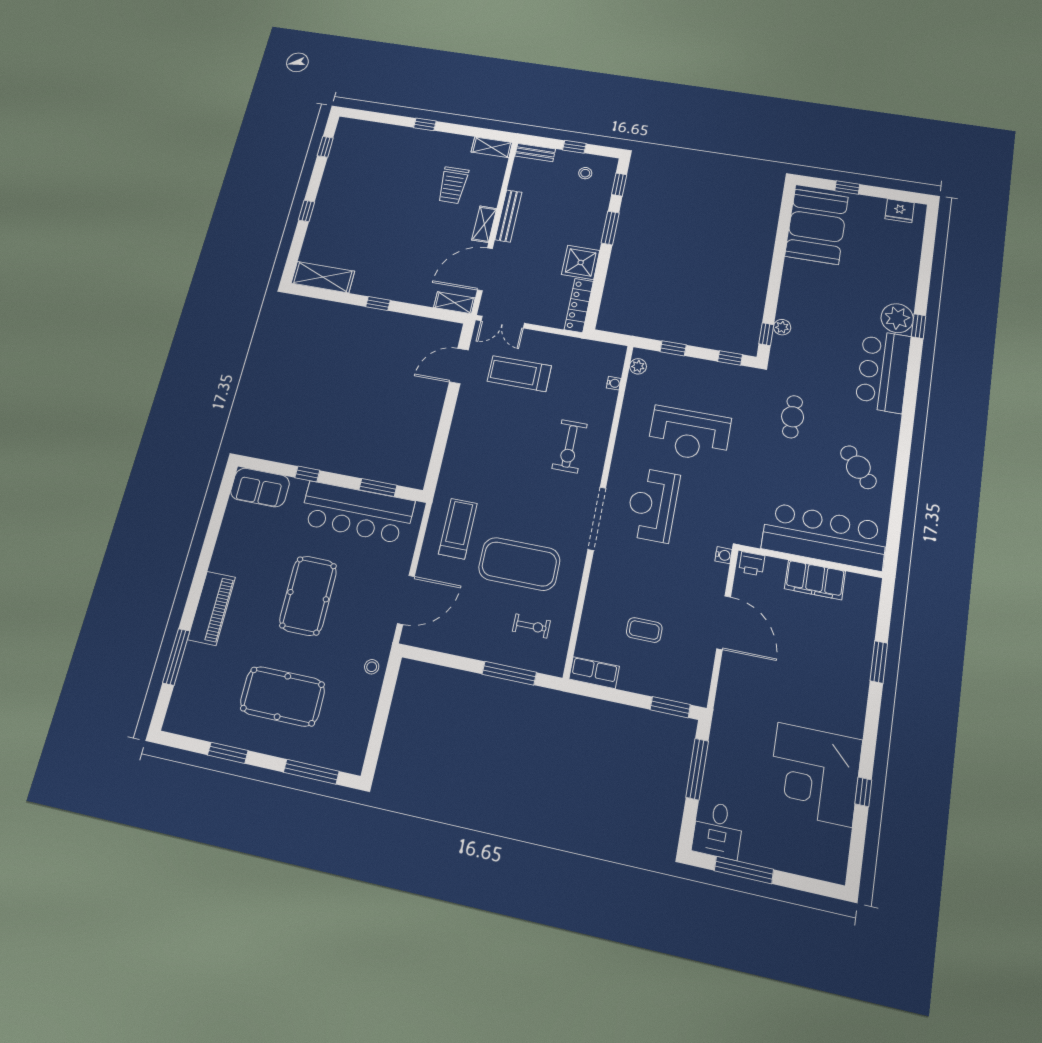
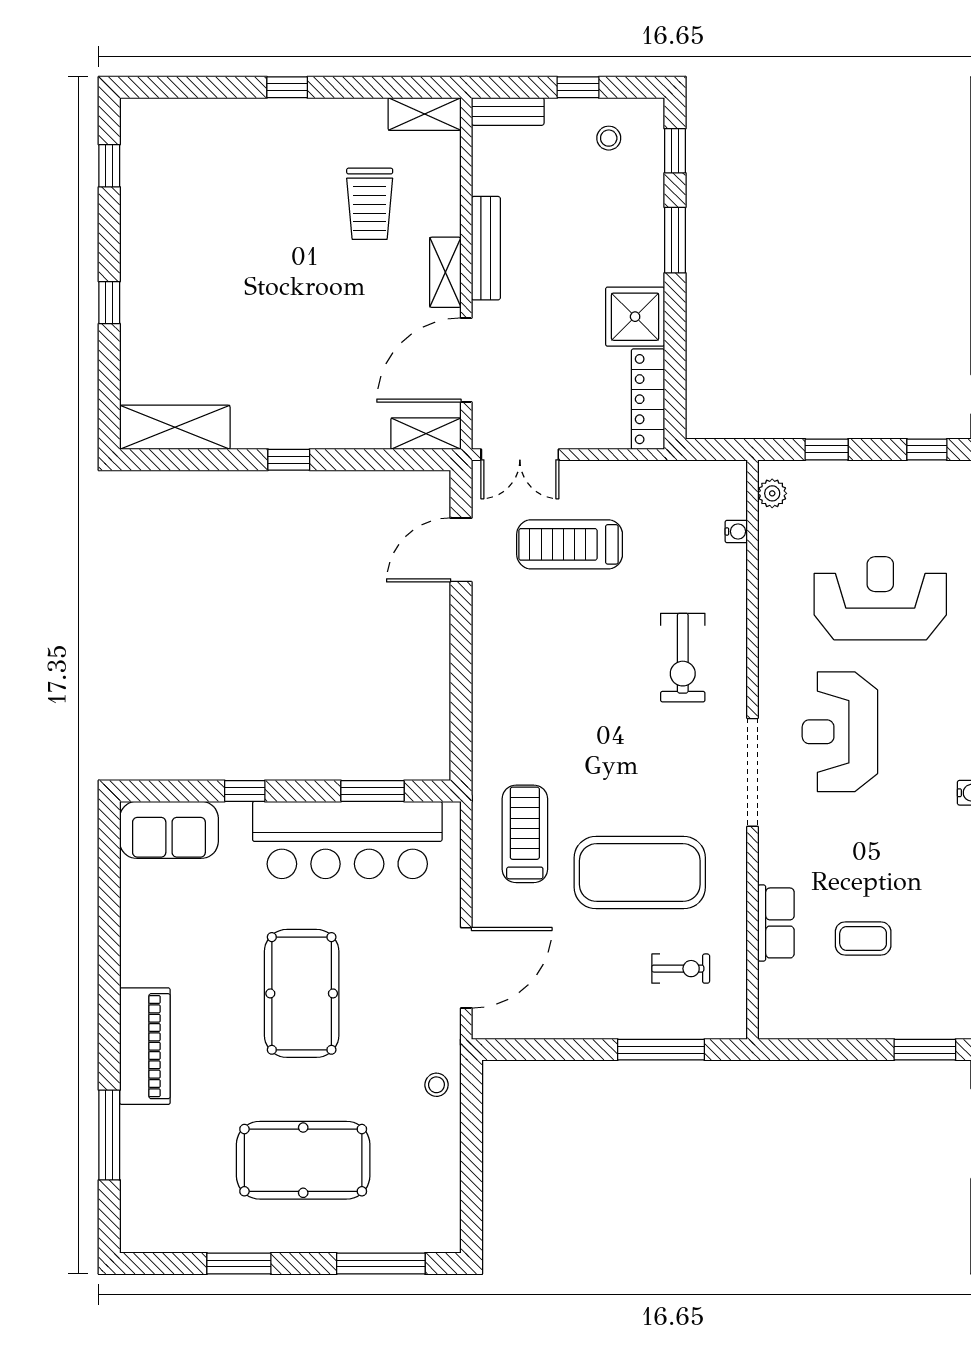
reception desk: (689, 434) -> (880, 598), turned 180
row of seats: (594, 673) -> (776, 923), moved, turned 90

